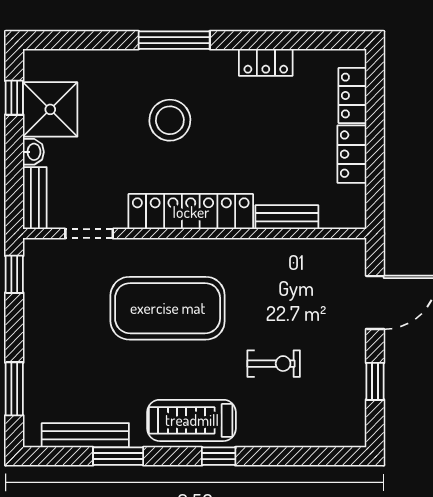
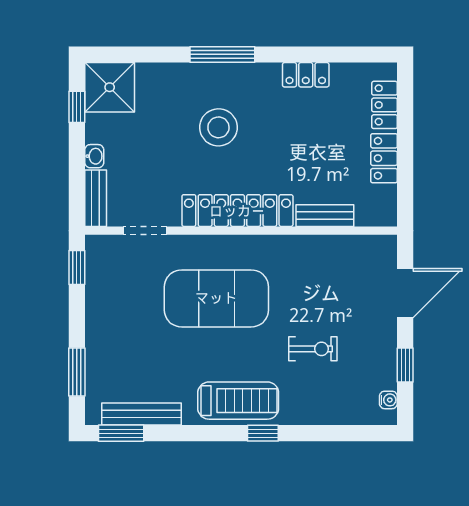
shower: (50, 109) -> (110, 87), moved
treadmill: (192, 420) -> (238, 401), turned 180
water cooler: (357, 420) -> (388, 400), added
window: (118, 456) -> (121, 433), moved

